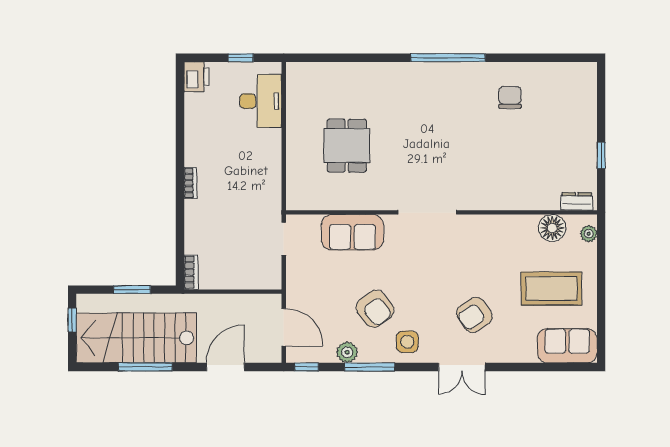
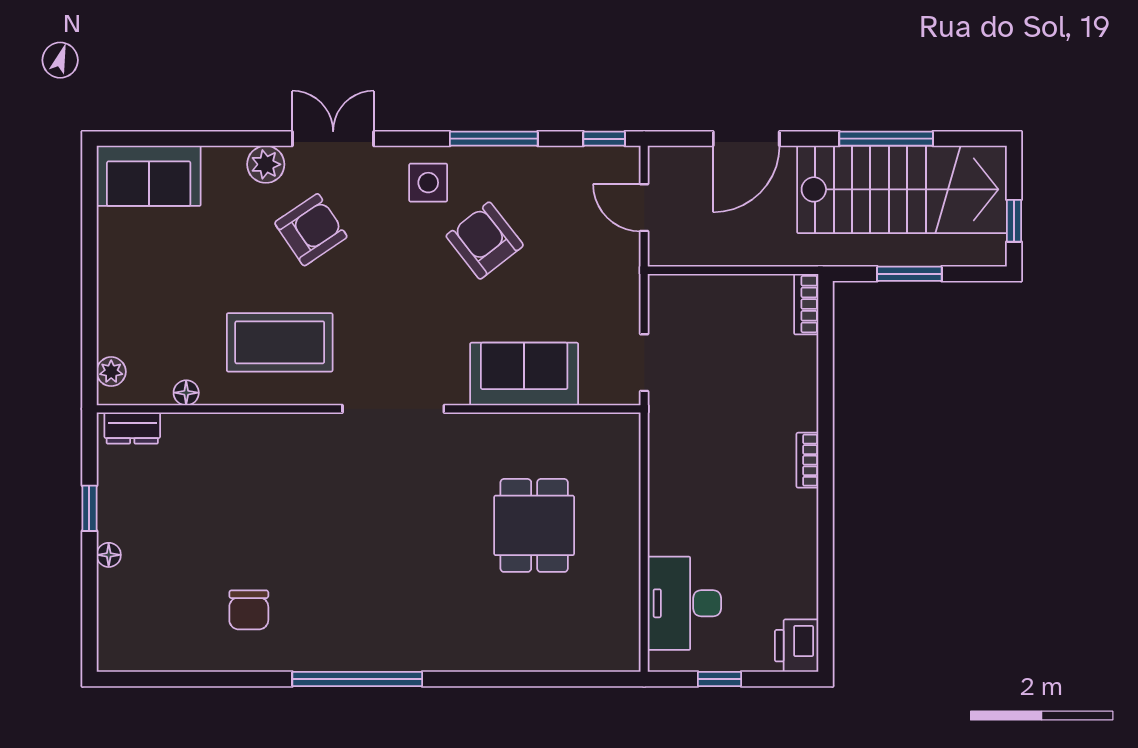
floor lamp: (590, 129) -> (109, 555), added
floor lamp: (552, 228) -> (186, 393), width x0.53, depth x0.53
coffee table: (551, 289) -> (280, 342), moved
door: (284, 327) -> (644, 208), width x0.73
plant: (347, 352) -> (266, 164), moved

